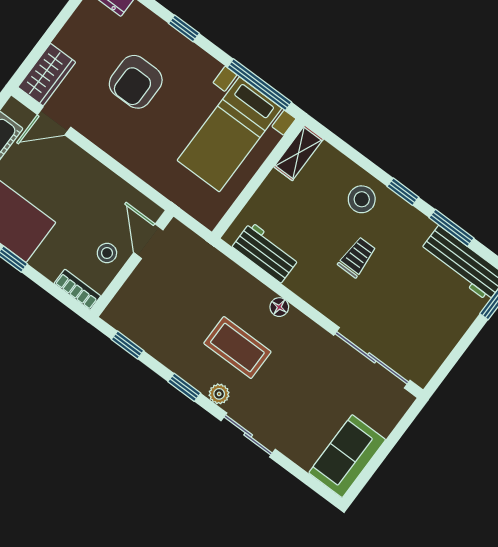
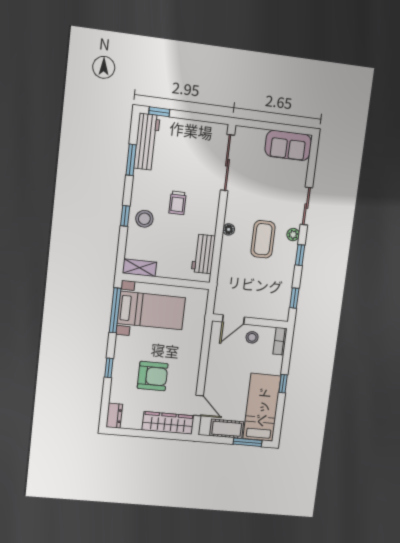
wardrobe: (47, 75) -> (168, 423), width x1.50
window: (403, 192) -> (125, 216), moved
trolley: (357, 257) -> (177, 203), turned -90

